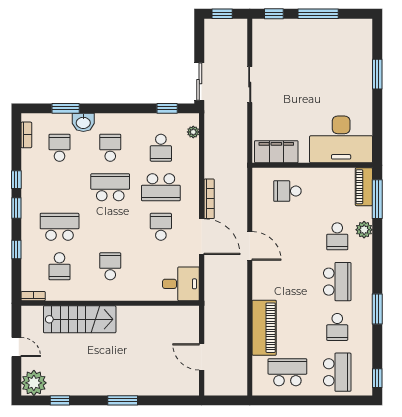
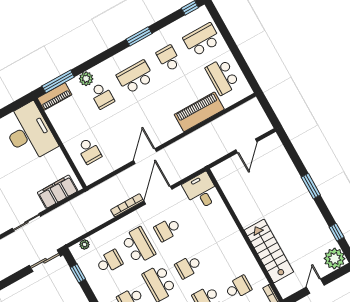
filing cabinet: (276, 152) -> (58, 192), moved, turned 90
school desk: (337, 236) -> (102, 96), turned 90
school desk: (110, 266) -> (188, 267), moved
school desk: (337, 327) -> (169, 58), turned -90

